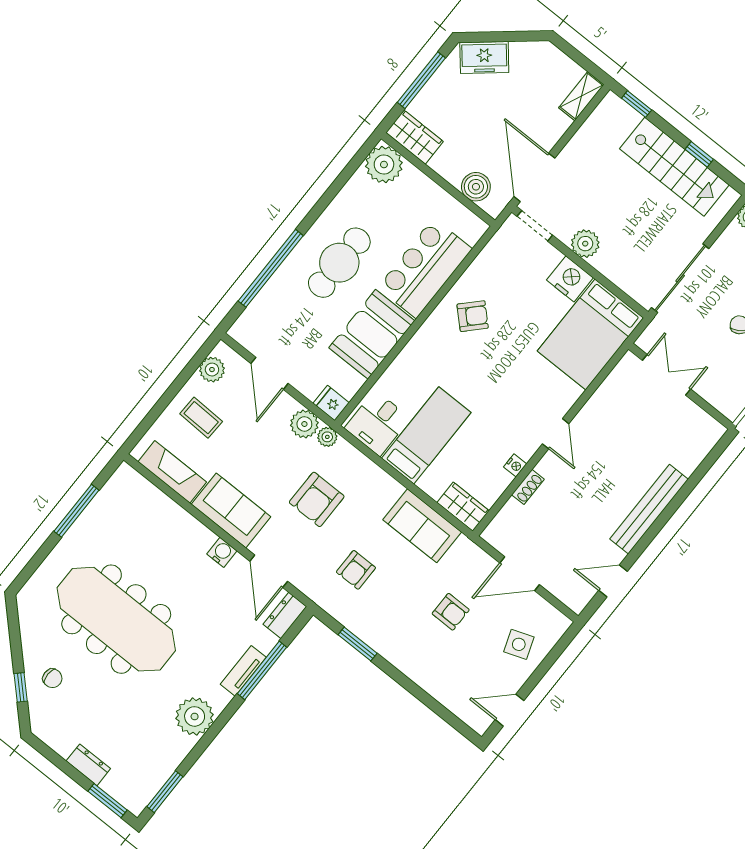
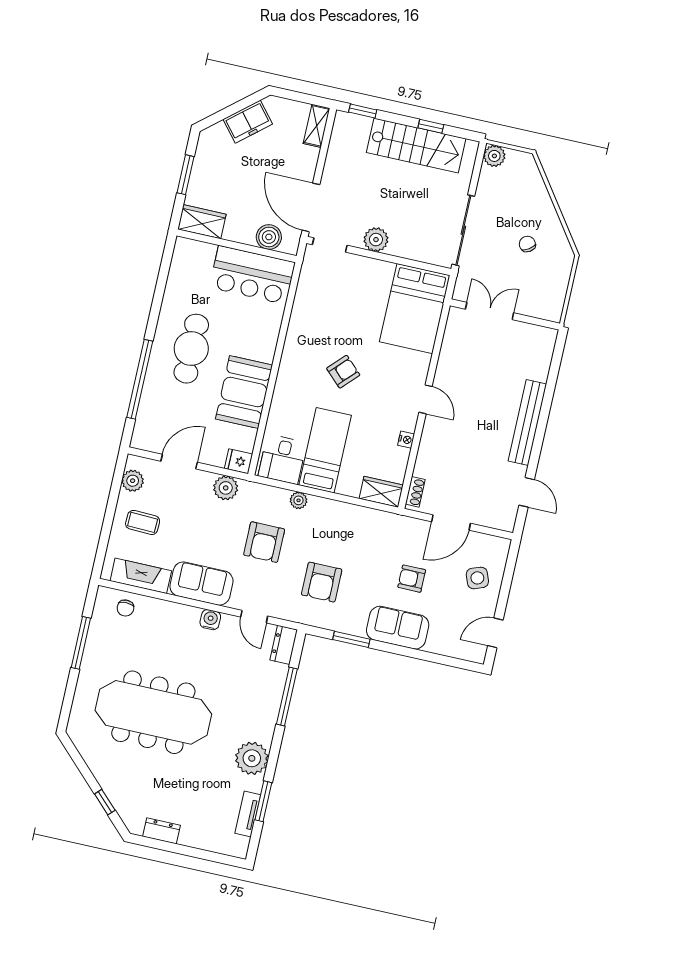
freezer: (484, 58) -> (248, 122), moved
window: (421, 80) -> (186, 175), width x0.69
plant: (384, 165) -> (188, 255), removed
bar counter: (425, 268) -> (252, 275), moved, turned -90
nightstand: (570, 279) -> (377, 273), removed
armchair: (473, 316) -> (343, 372), moved
door: (270, 373) -> (179, 462), swing flipped
plant: (327, 437) -> (299, 500), moved
shoe rack: (528, 487) -> (415, 492), moved
sofa: (422, 526) -> (398, 628), moved, turned 180
armchair: (356, 570) -> (322, 582), width x1.38, depth x1.38
door: (269, 571) -> (254, 617), width x0.73
door: (613, 581) -> (527, 492), swing flipped
armchair: (451, 612) -> (412, 579), turned 180
tv unit: (243, 671) -> (248, 814), moved
chair: (52, 678) -> (125, 608), moved, turned 90
dresser: (88, 765) -> (161, 831), moved
window: (165, 792) -> (263, 801), moved
window: (108, 801) -> (216, 857), removed

